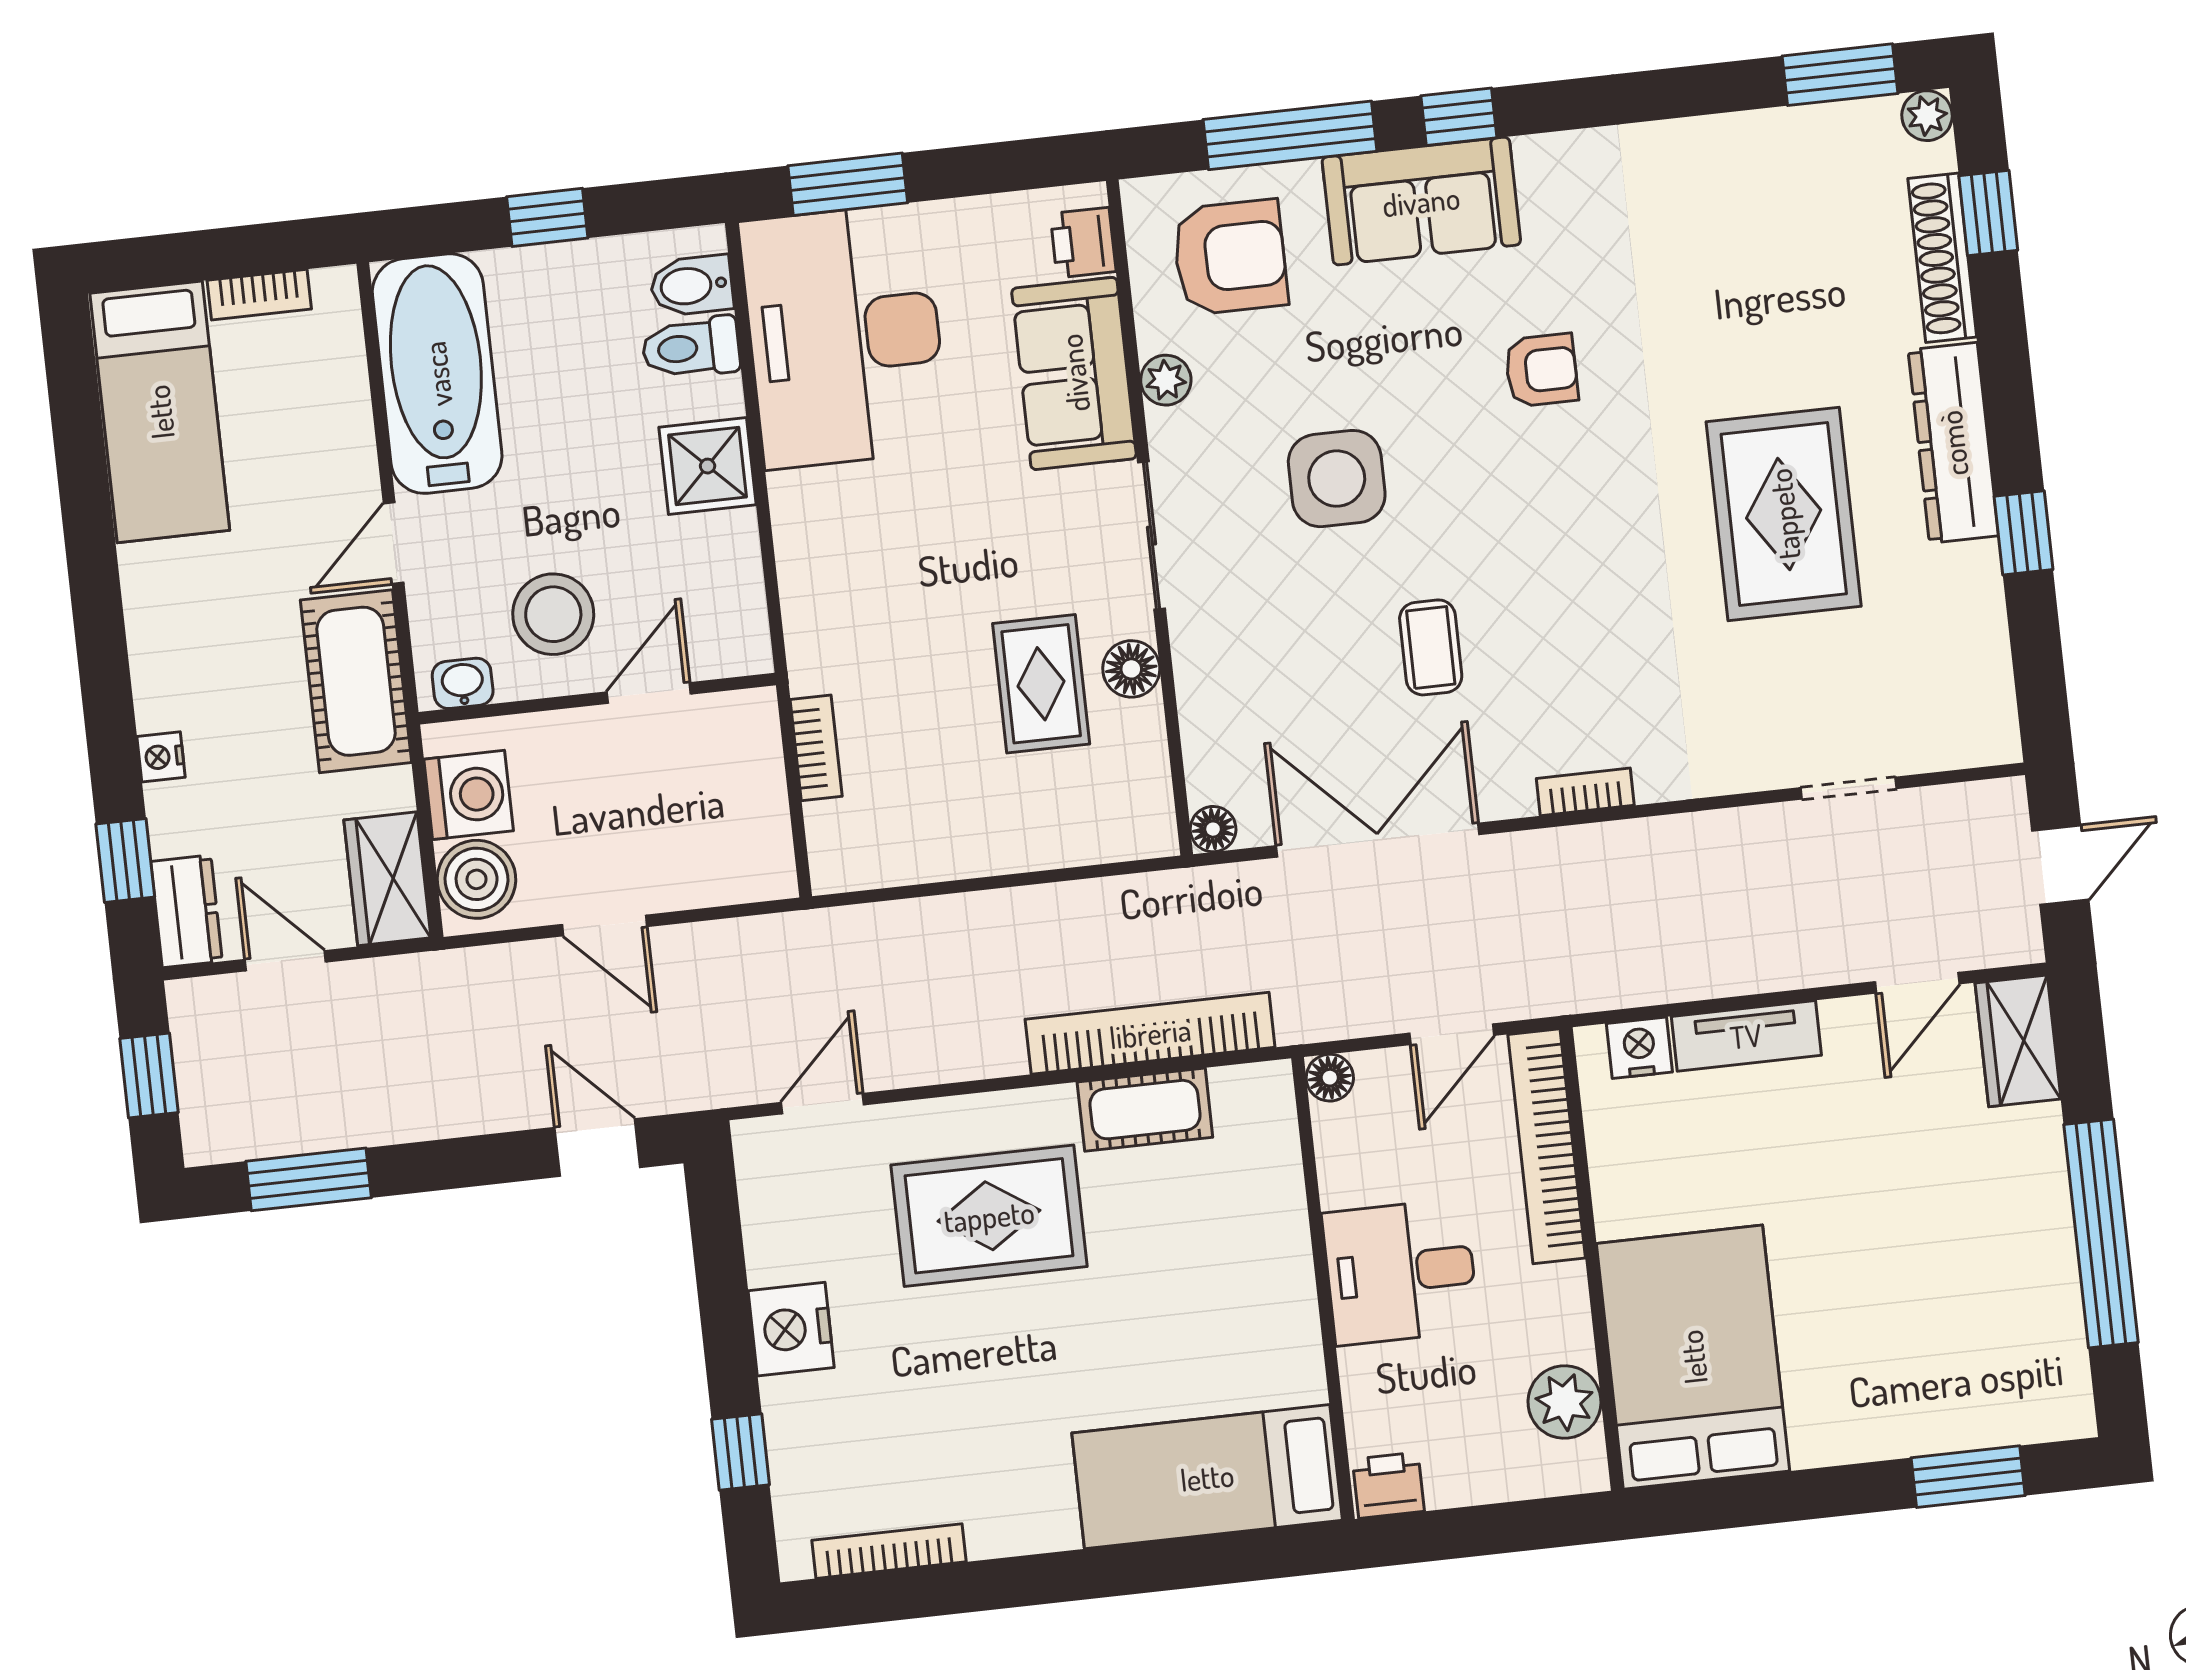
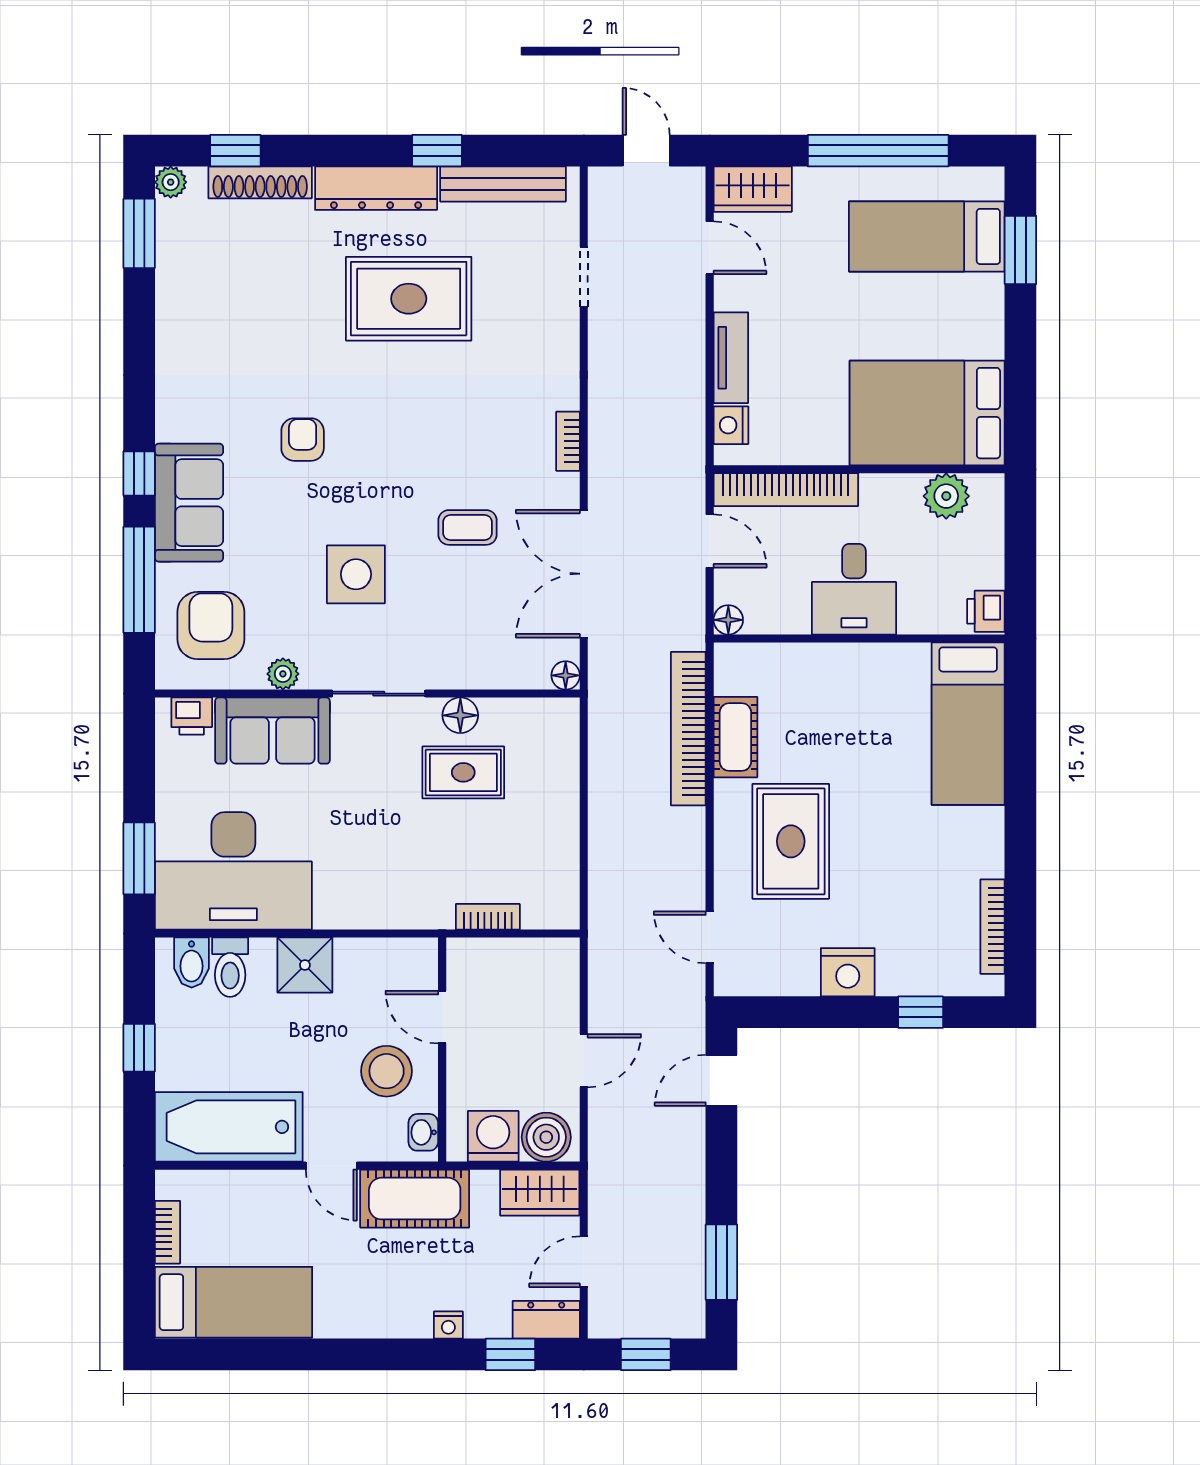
bench: (1982, 644) -> (503, 184), added
bed: (1973, 1326) -> (927, 236), added

